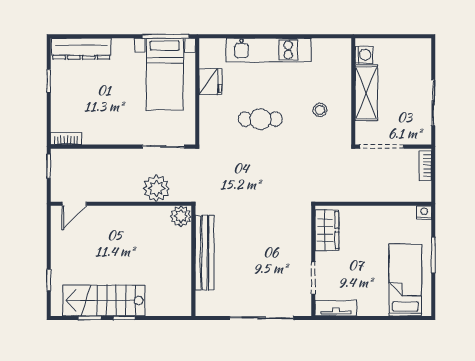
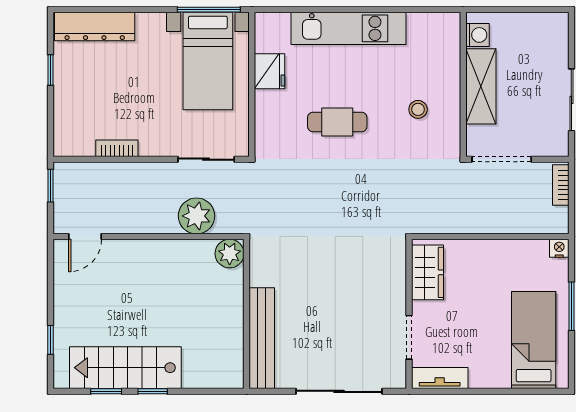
bookcase: (66, 139) -> (117, 148), moved
bench: (205, 253) -> (262, 338), moved

